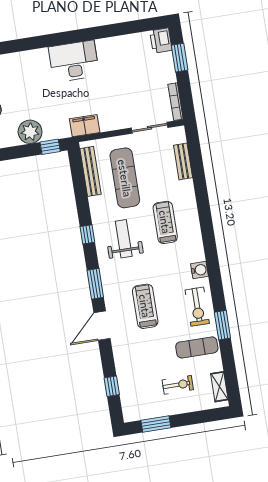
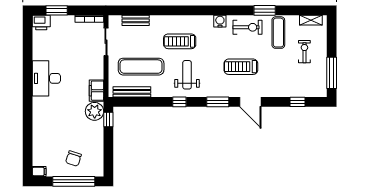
desk: (74, 61) -> (46, 78), moved
plant: (30, 132) -> (95, 111), moved
weight bench: (124, 239) -> (187, 75), turned 90
window: (156, 424) -> (332, 73), width x1.44

